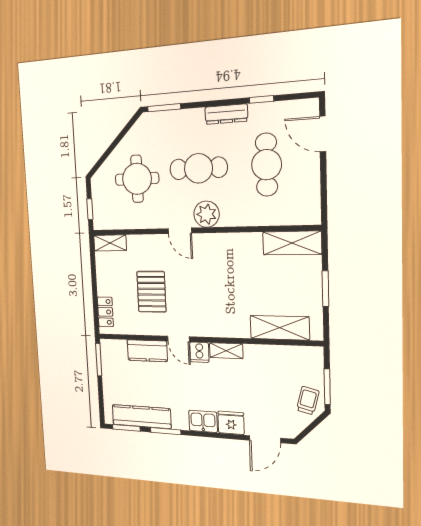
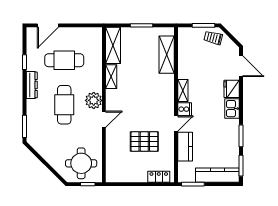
round table: (137, 179) -> (81, 163), moved
shelving: (110, 243) -> (111, 77), moved
kitchen counter: (141, 417) -> (217, 175), moved, turned 90

